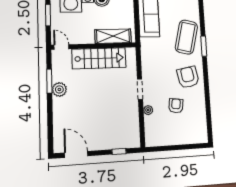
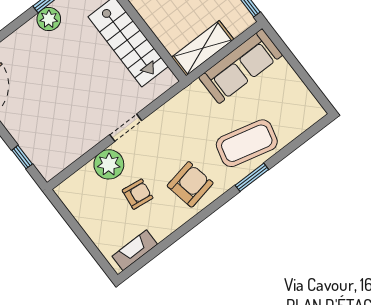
shelving: (113, 36) -> (203, 48), moved, turned 90
plant: (148, 110) -> (109, 164), width x1.88, depth x1.88
fireplace: (202, 126) -> (135, 250), added

